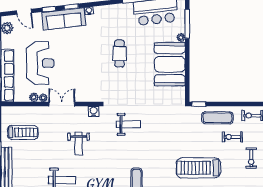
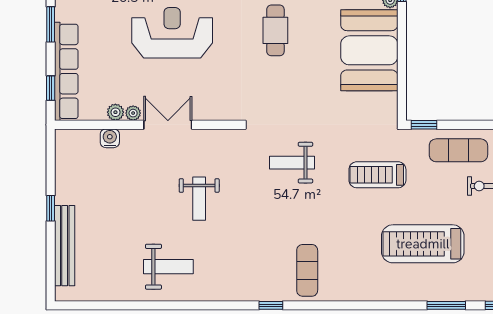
reception desk: (40, 63) -> (172, 33), moved, turned -90
water cooler: (94, 111) -> (110, 138), moved
weight bench: (128, 124) -> (292, 163), turned 180
treadmill: (23, 132) -> (377, 175), moved, turned 180

